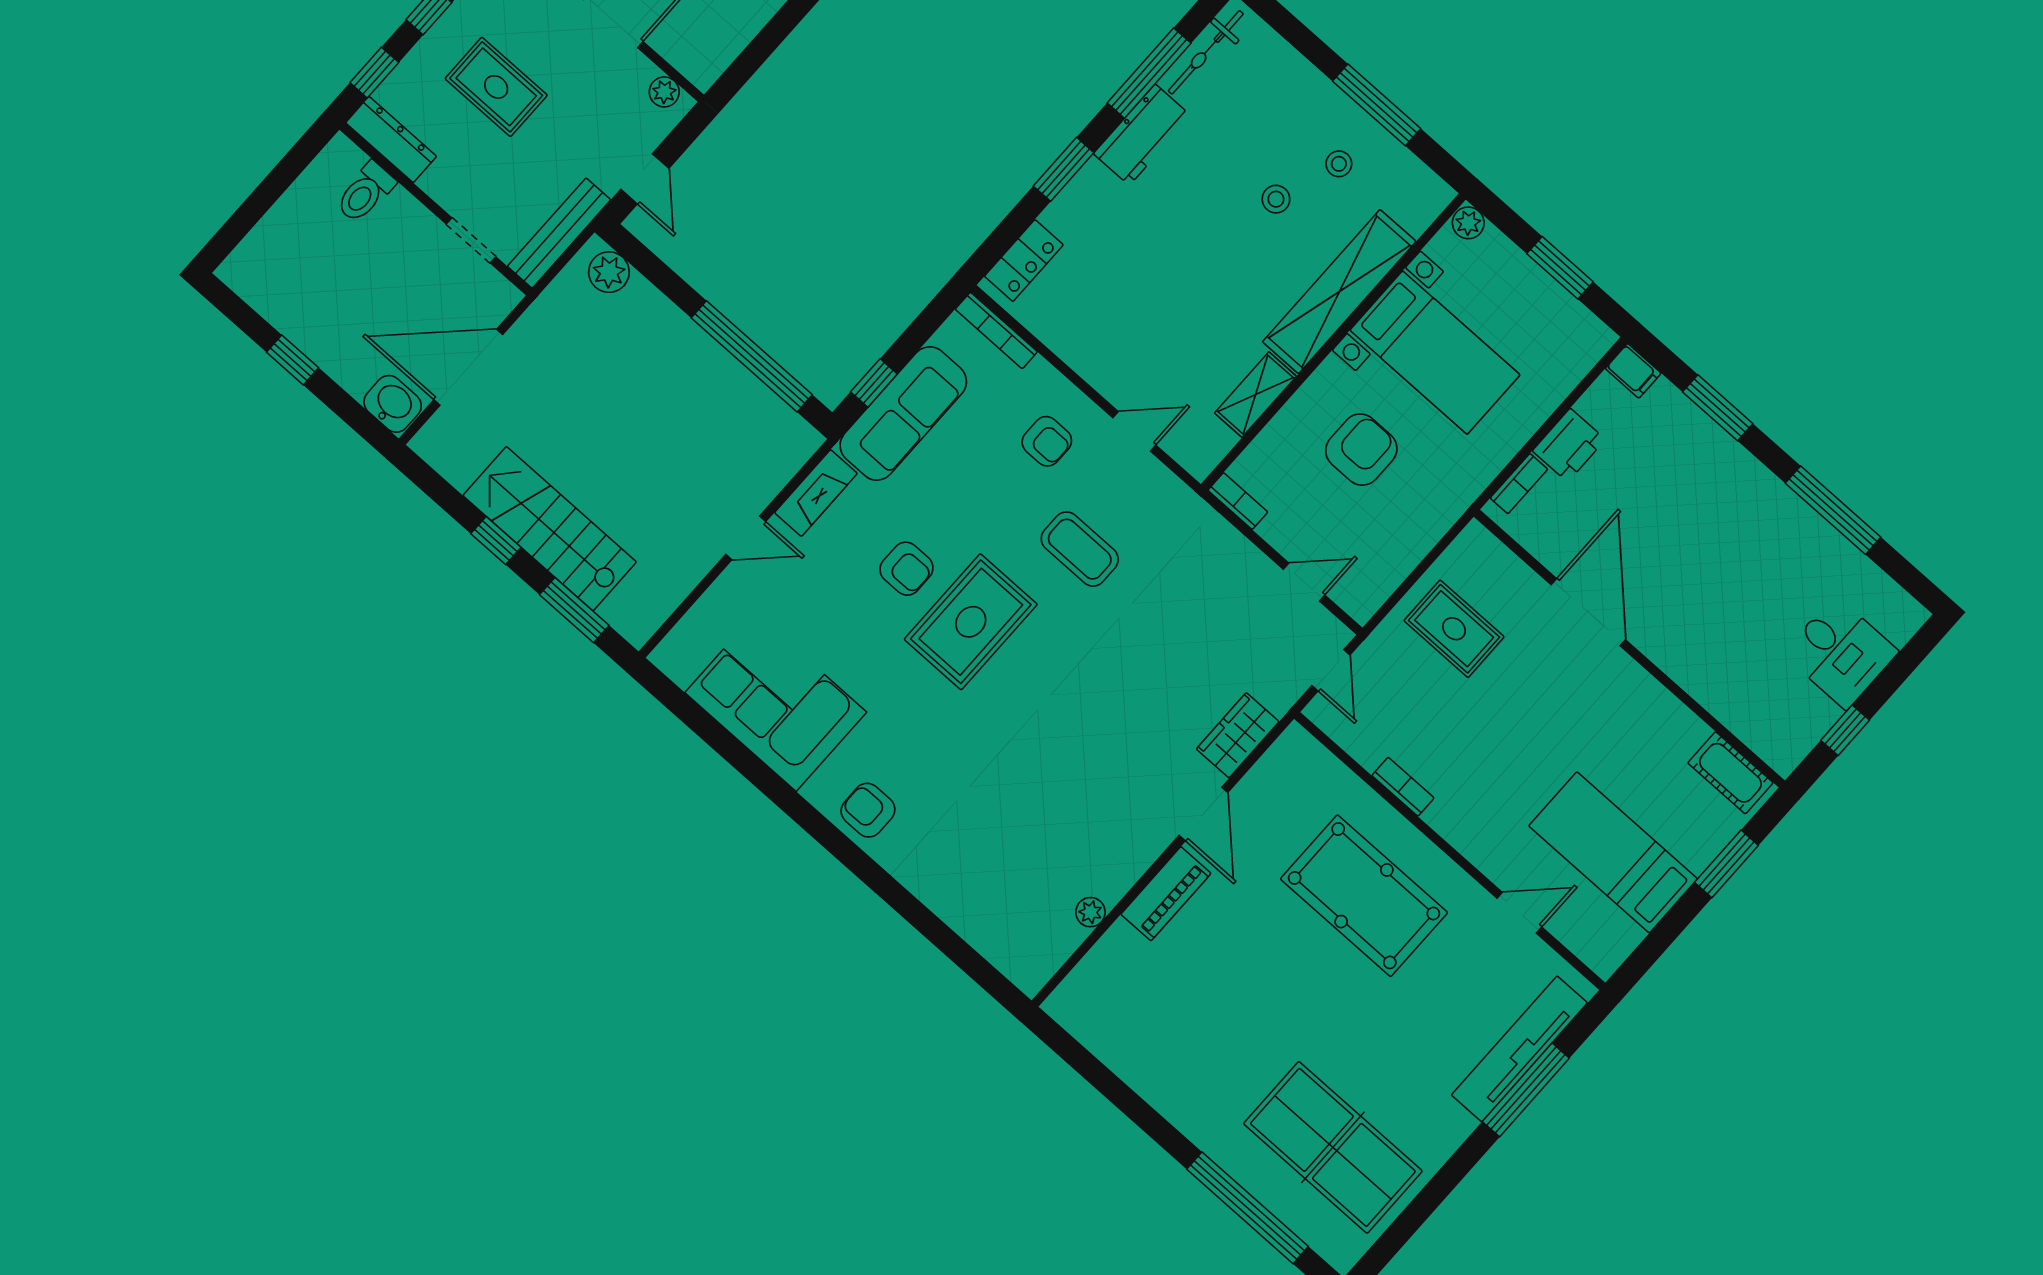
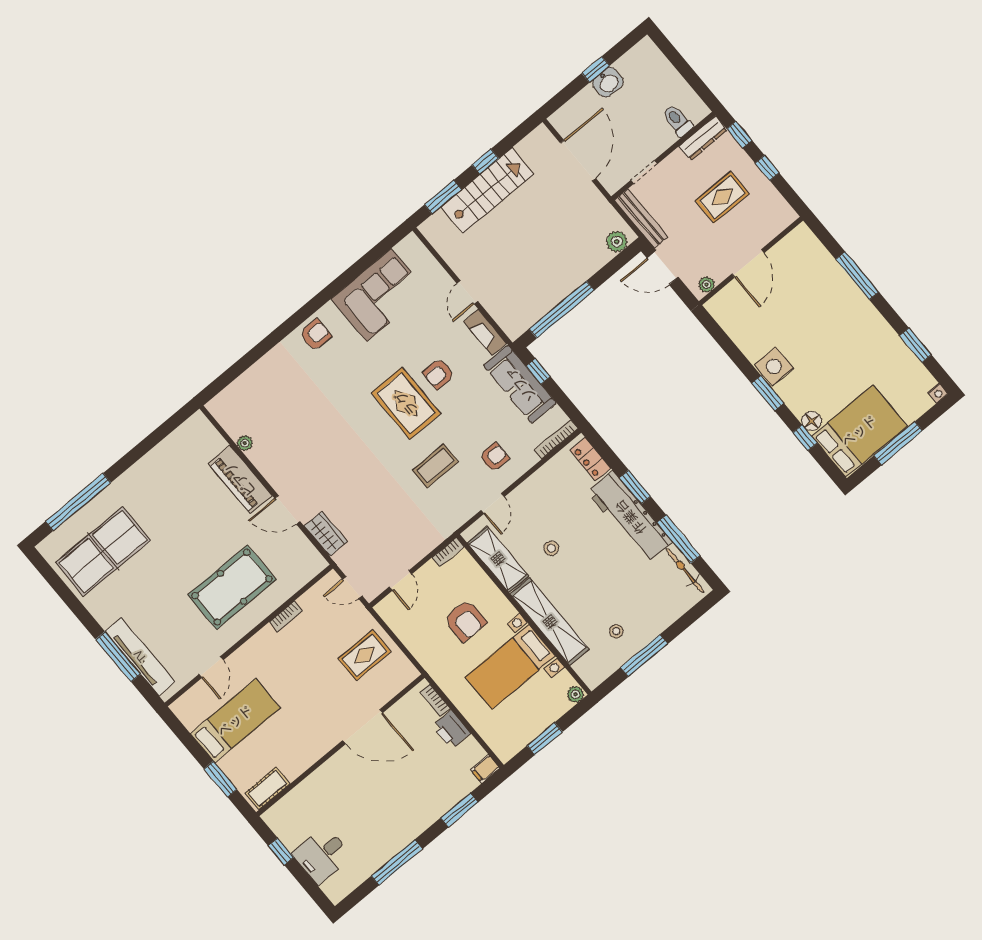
workbench: (1142, 135) -> (630, 517), width x1.88, depth x1.32
door: (645, 179) -> (663, 268), width x1.38
stool: (1276, 199) -> (551, 548), moved
shelving: (1255, 395) -> (498, 559), width x1.50, depth x1.33
washbasin: (393, 404) -> (608, 82), moved
armchair: (1047, 441) -> (494, 457), turned 180
piano: (1166, 894) -> (240, 479), width x1.37, depth x1.33

